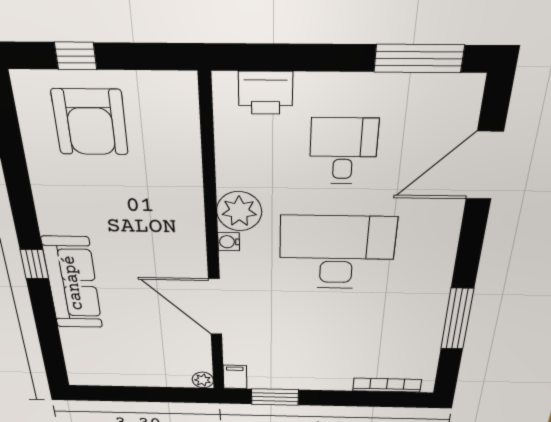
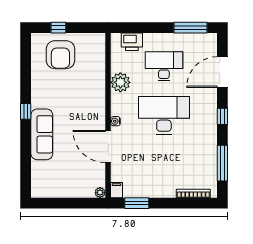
desk: (343, 151) -> (164, 66), width x1.37
plant: (239, 211) -> (120, 82), moved
water cooler: (229, 242) -> (115, 121), moved
window: (468, 257) -> (222, 116), added
window: (34, 264) -> (26, 111), moved
window: (457, 319) -> (222, 163), moved

